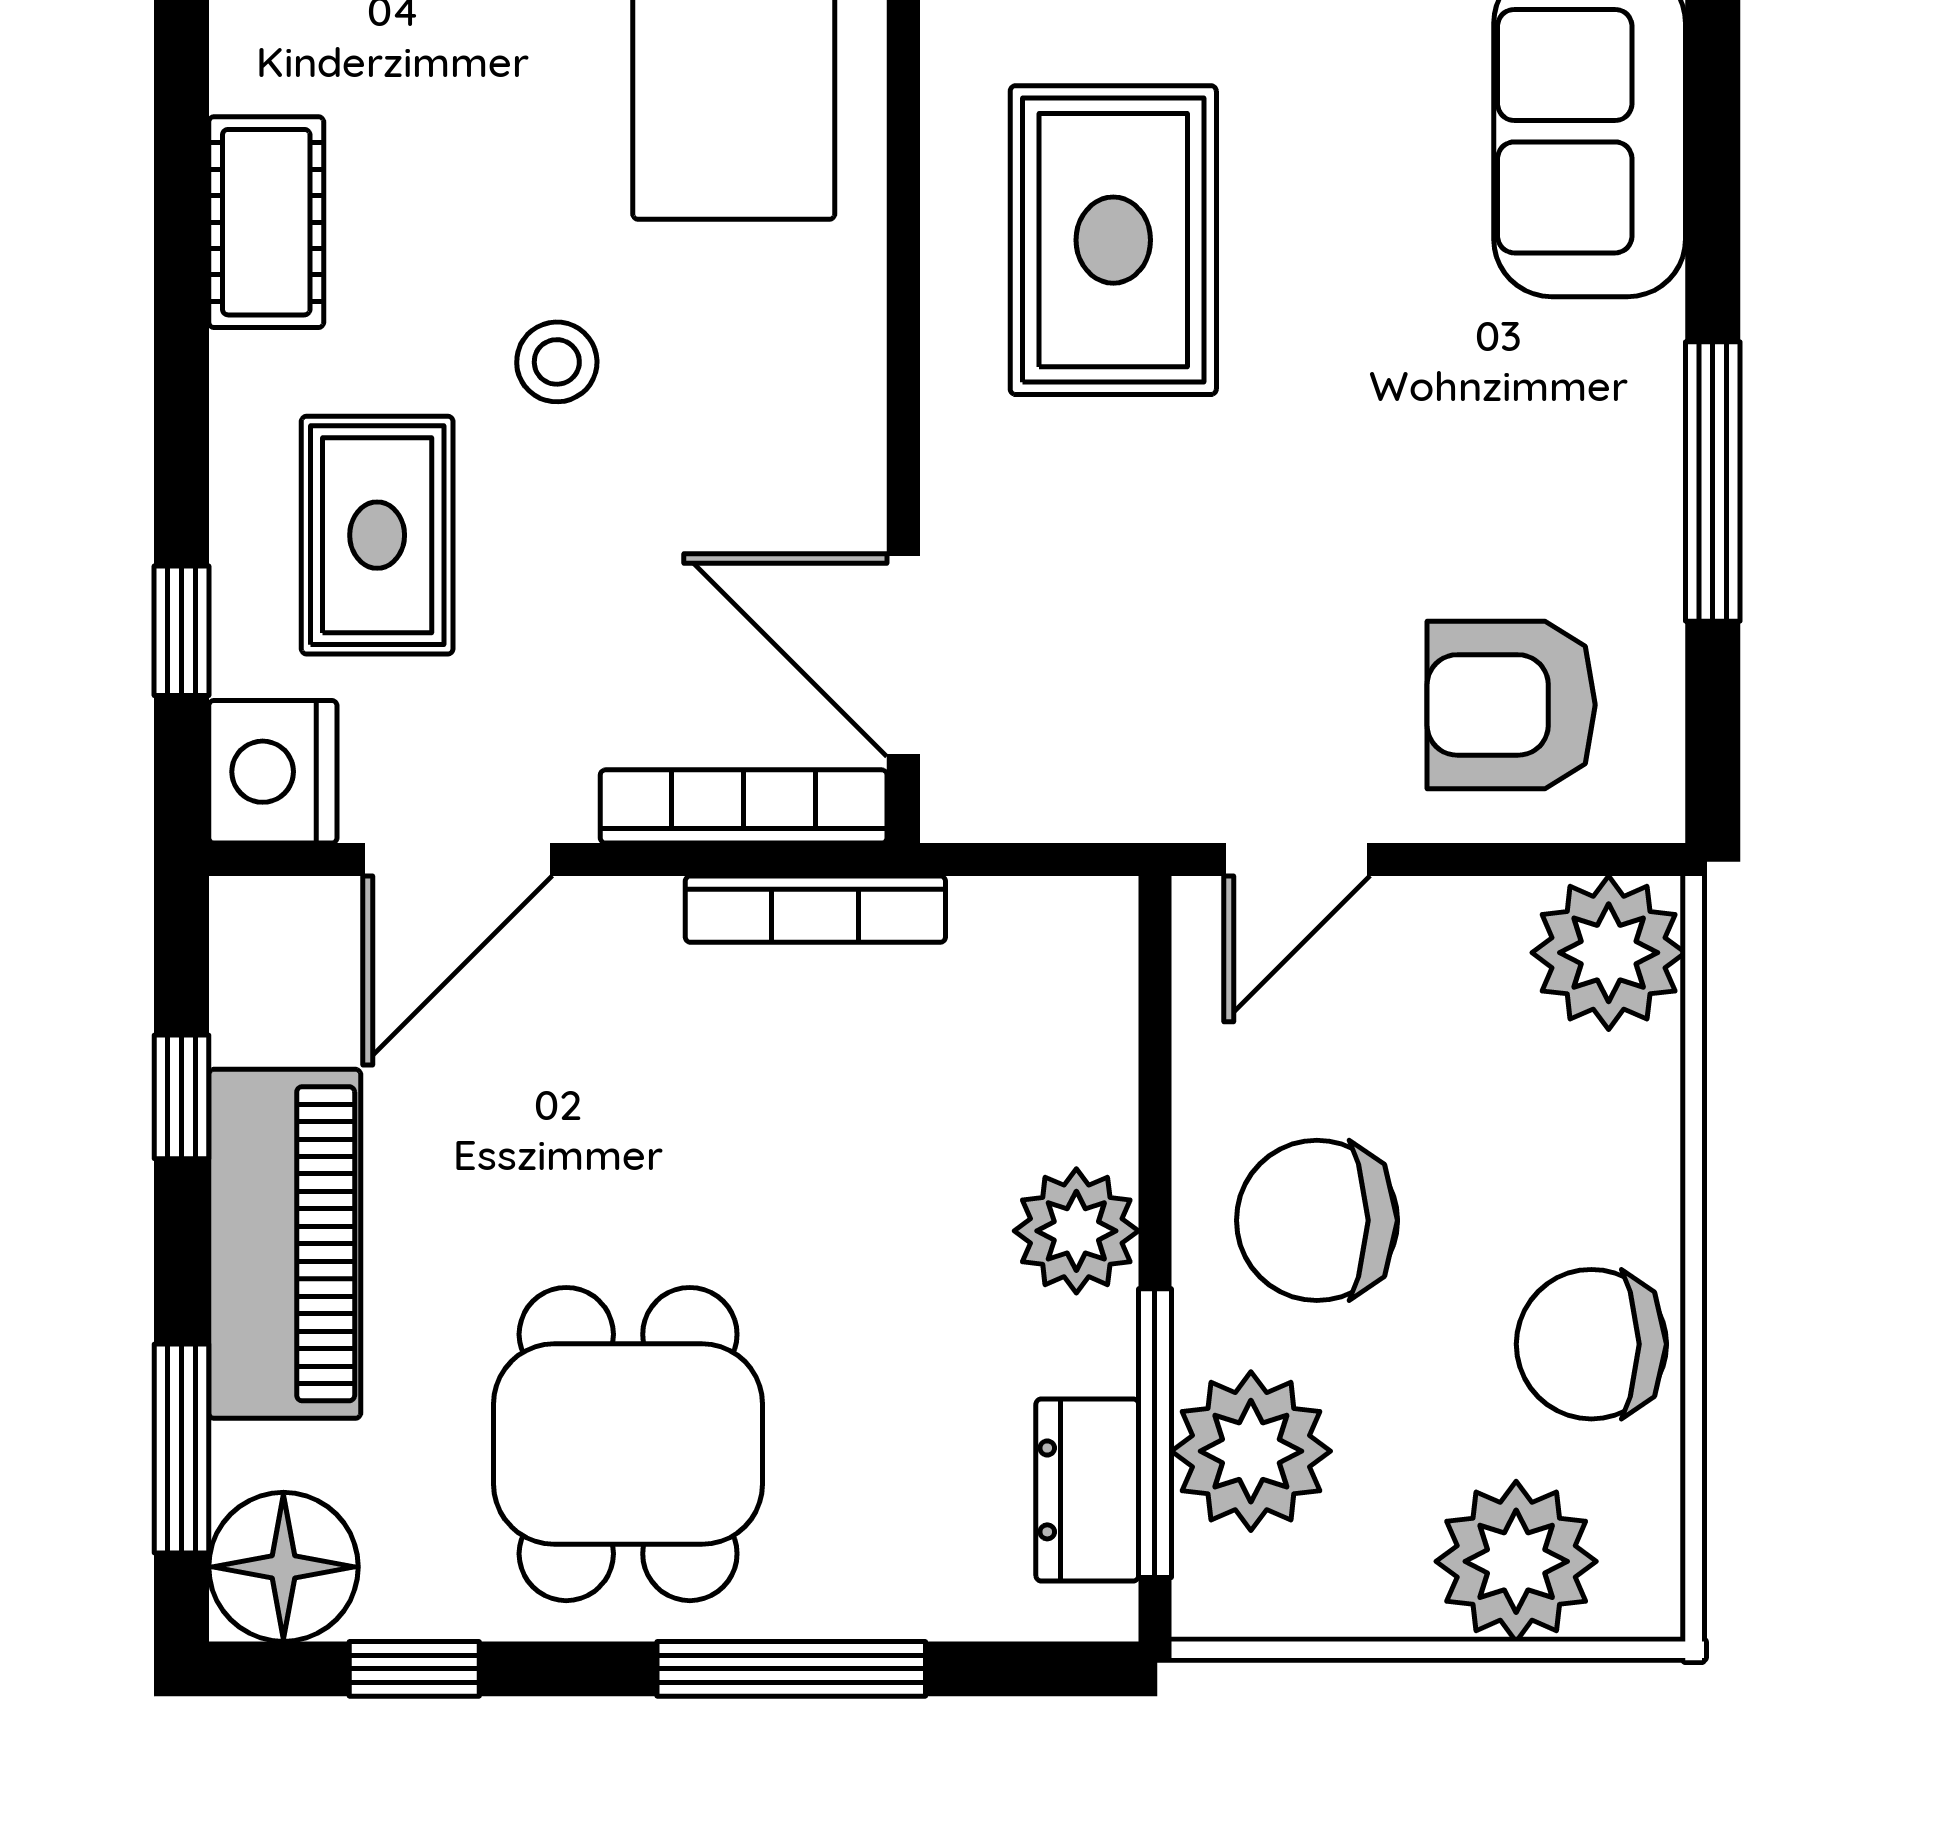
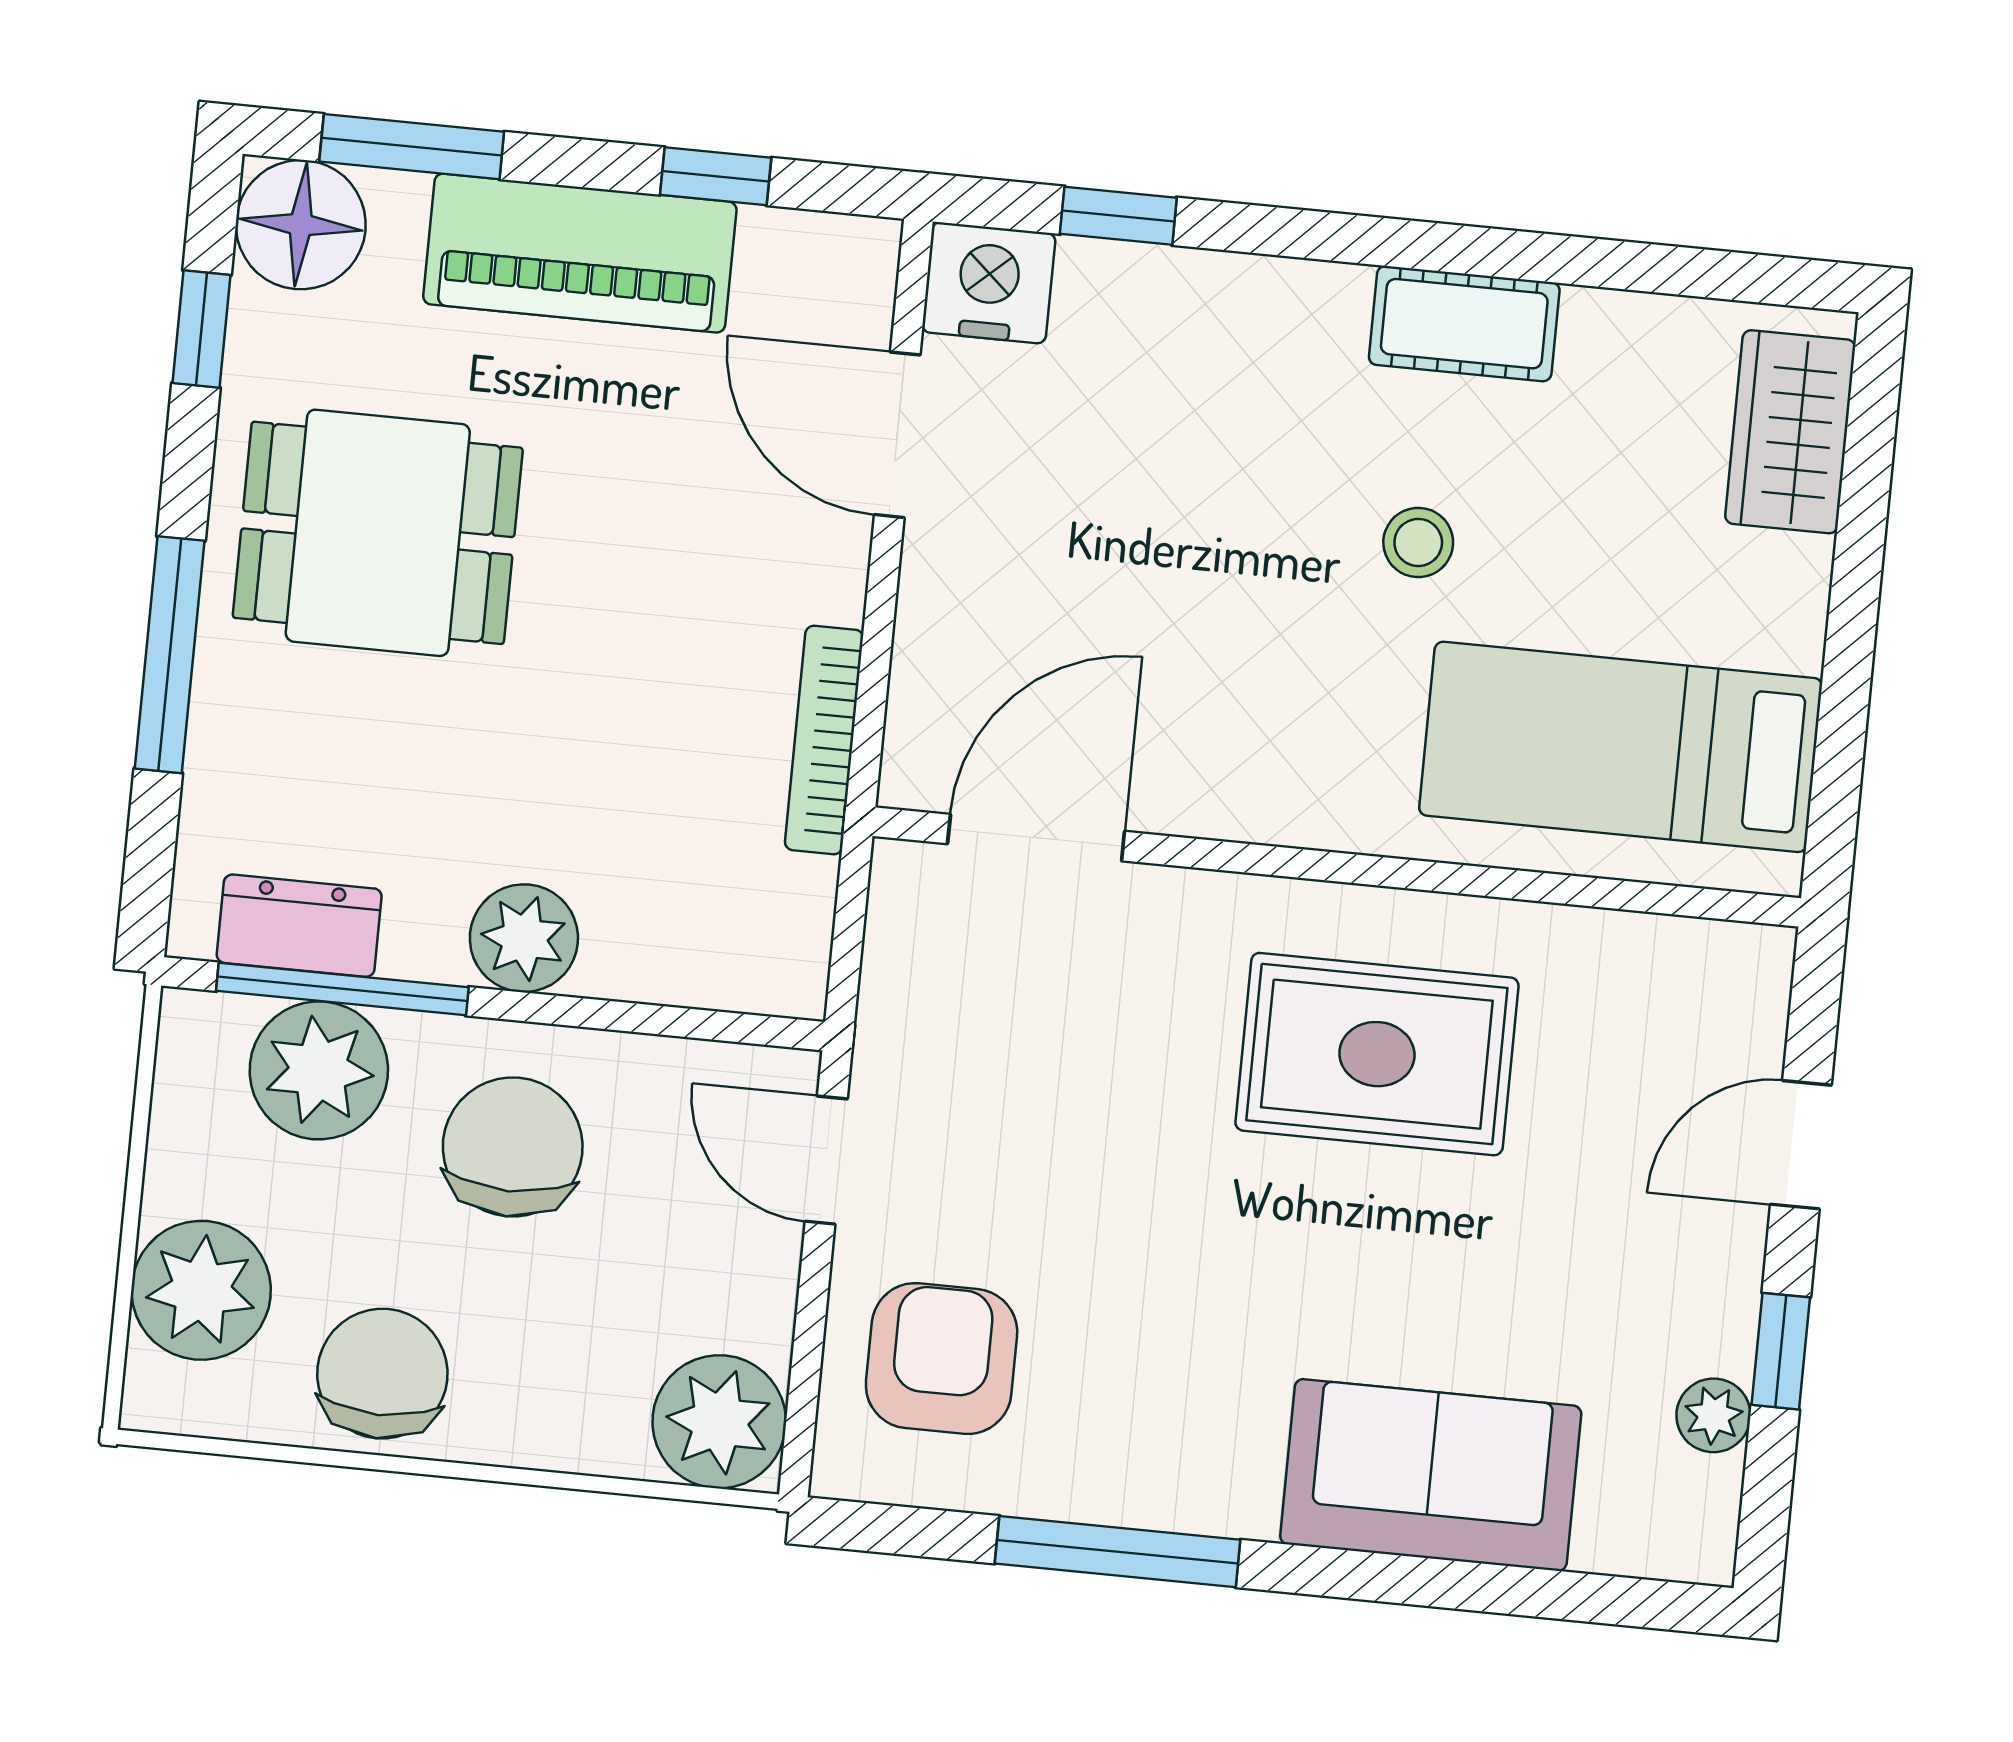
stool: (557, 362) -> (1418, 542), moved
rug: (377, 535) -> (1184, 393), removed
bookcase: (744, 806) -> (919, 687), removed

